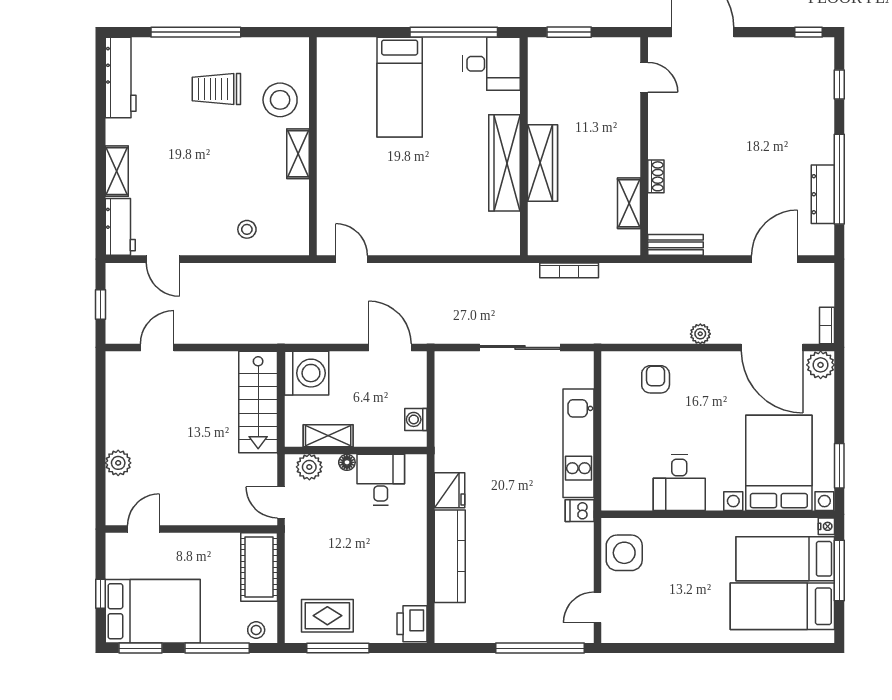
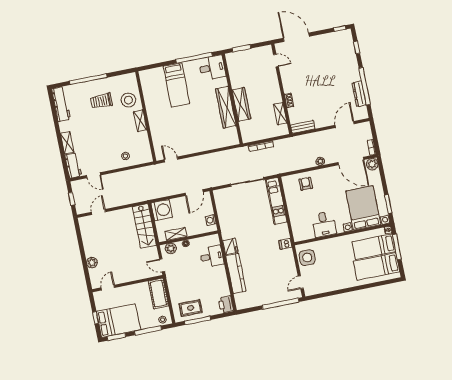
door: (390, 347) -> (194, 193), swing flipped
kitchen unit: (578, 443) -> (276, 201), moved
desk: (381, 480) -> (212, 257), moved, turned 90

